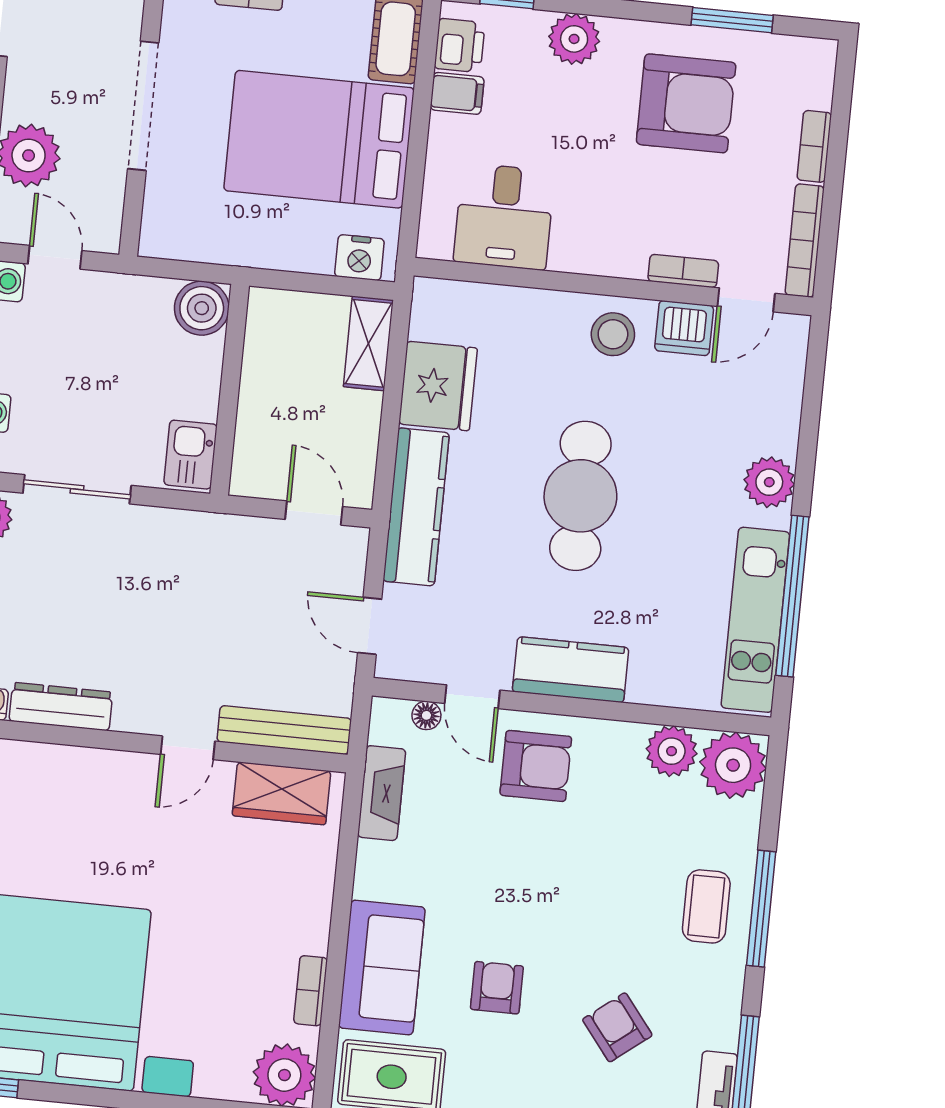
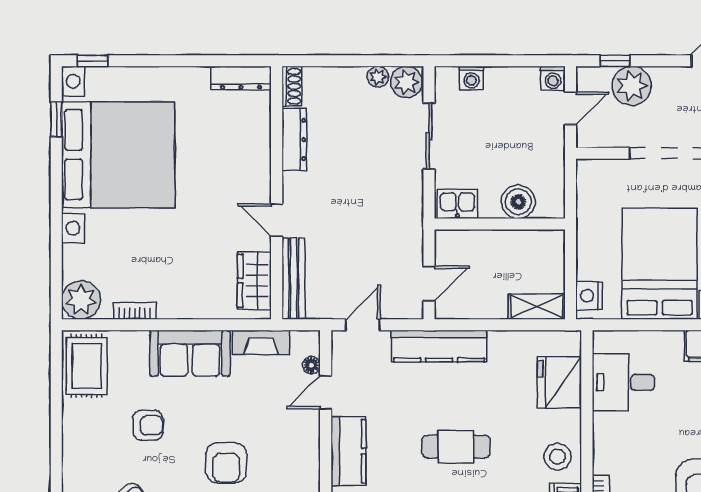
boiler: (202, 308) -> (518, 202), moved
fridge: (438, 386) -> (560, 382), moved, turned 90
cafe table: (580, 496) -> (456, 447), width x0.73, depth x0.74
armchair: (536, 766) -> (226, 463), moved
sofa: (382, 968) -> (190, 353), moved

